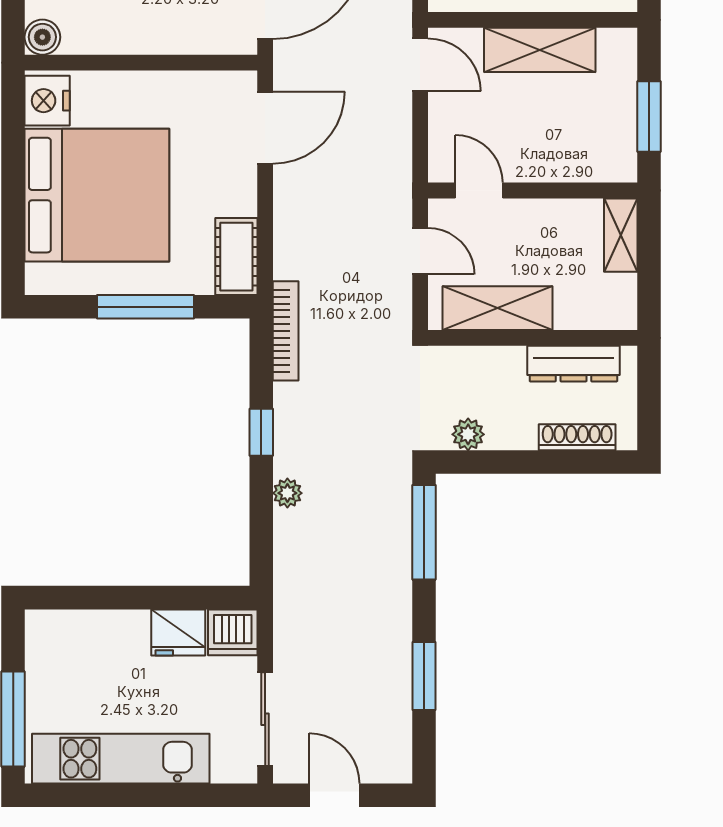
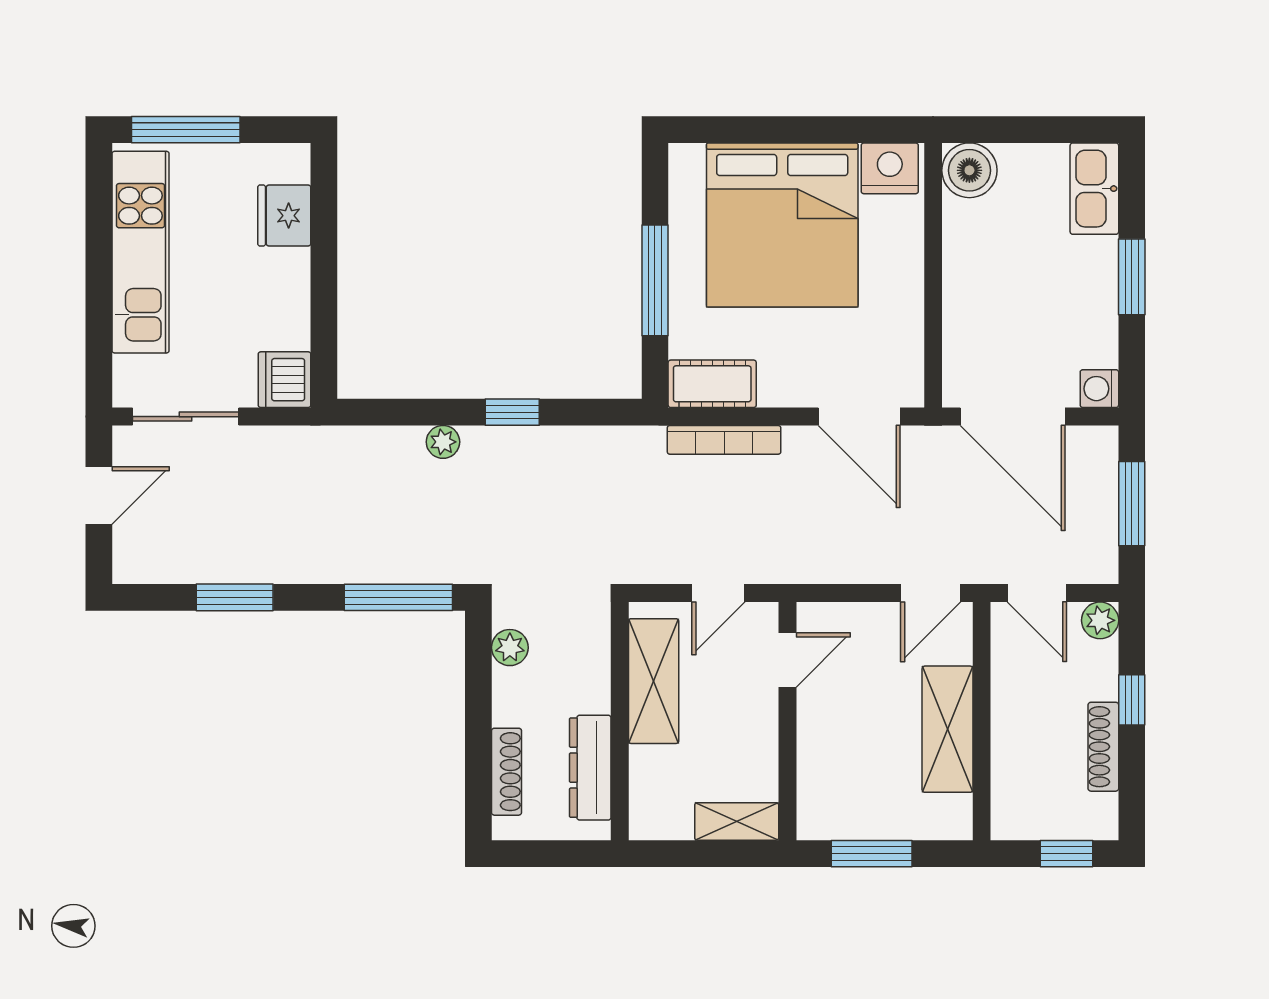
boiler: (42, 37) -> (969, 170), width x1.36, depth x1.36
bookcase: (286, 331) -> (724, 440), moved
fridge: (178, 632) -> (284, 216), moved

